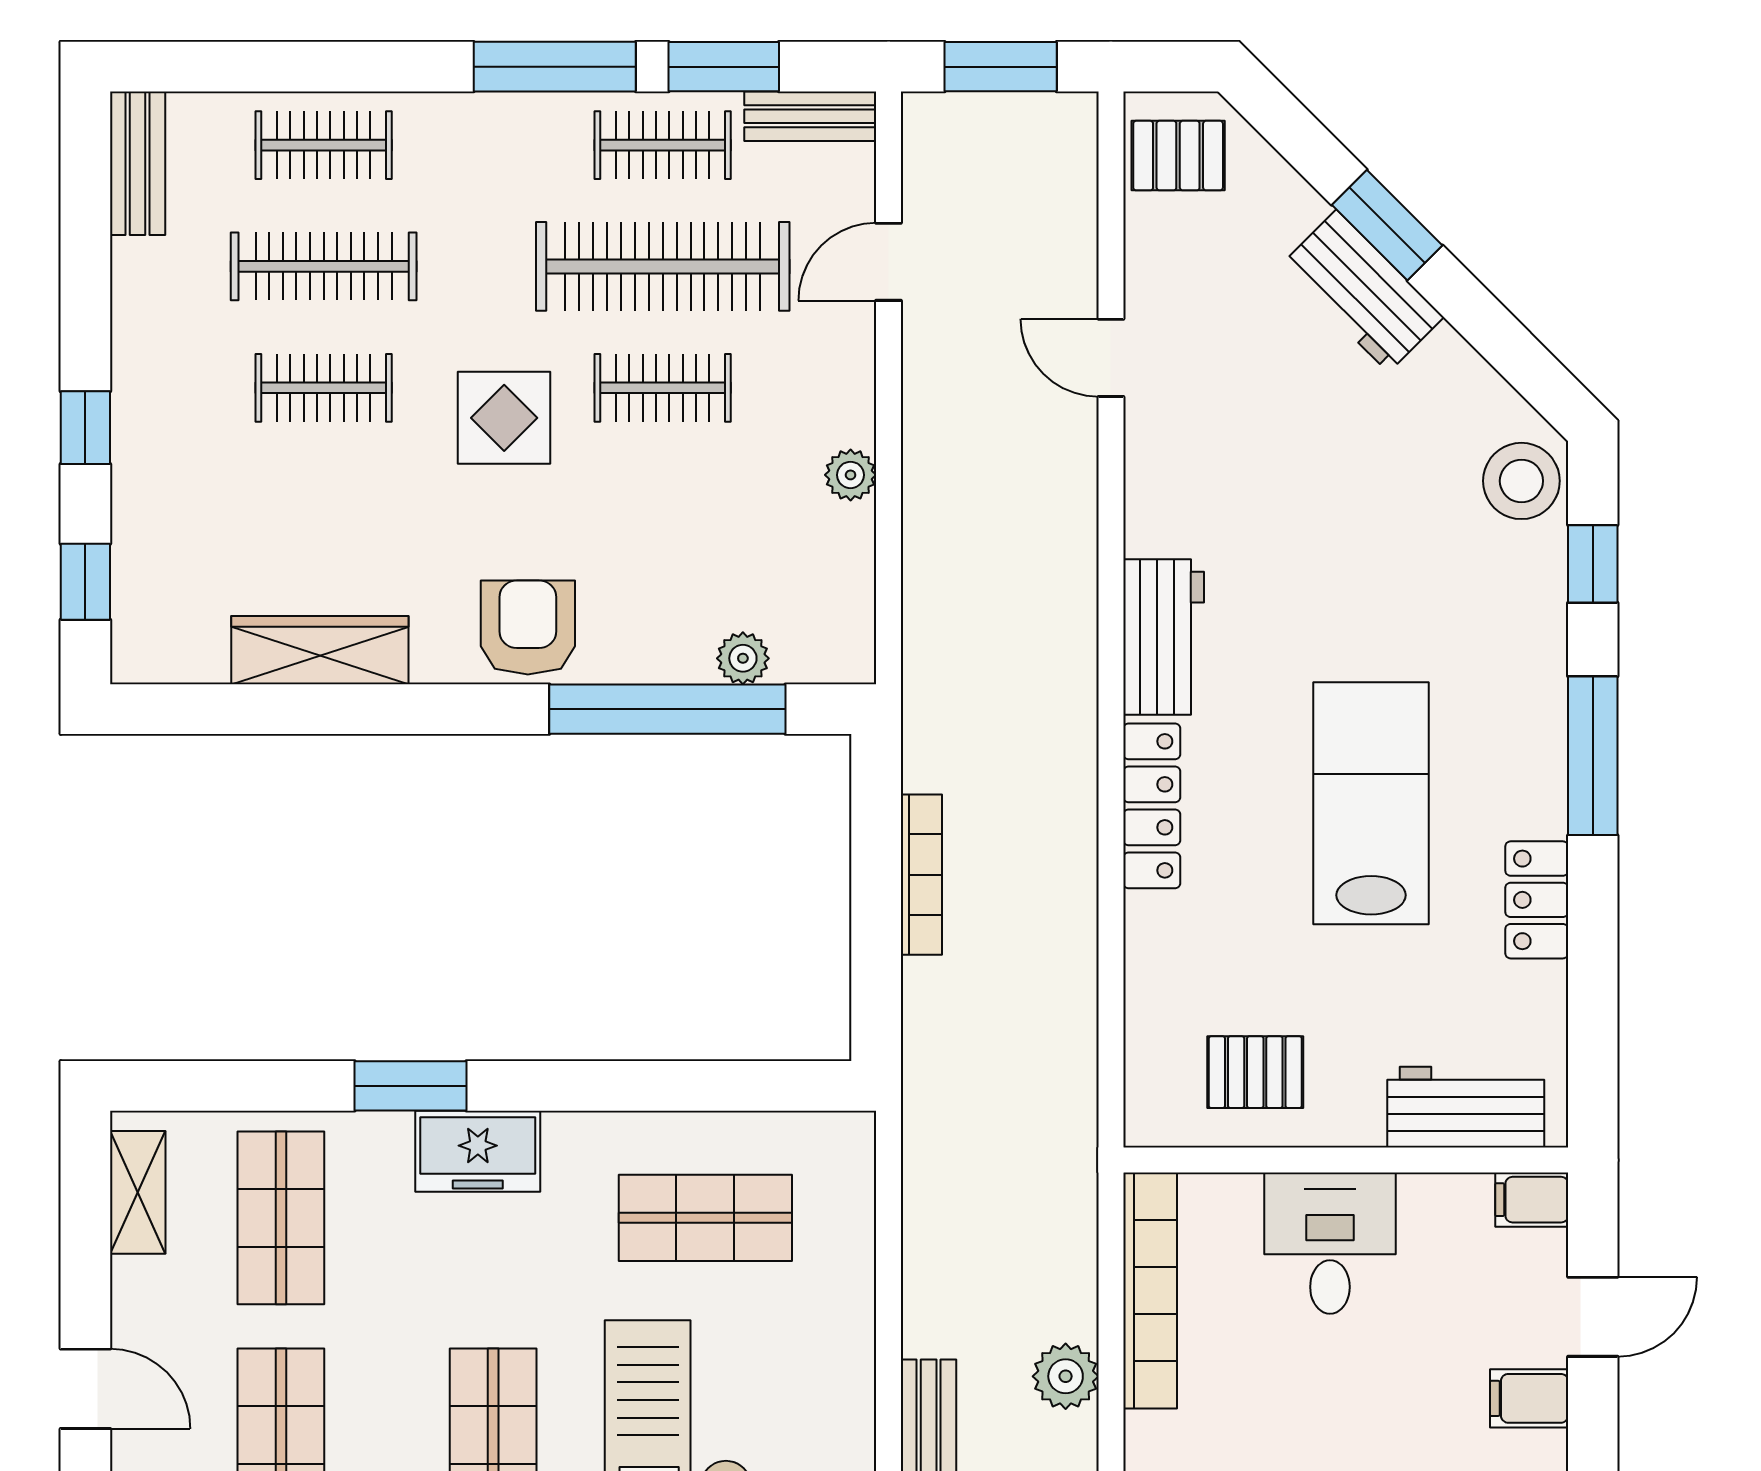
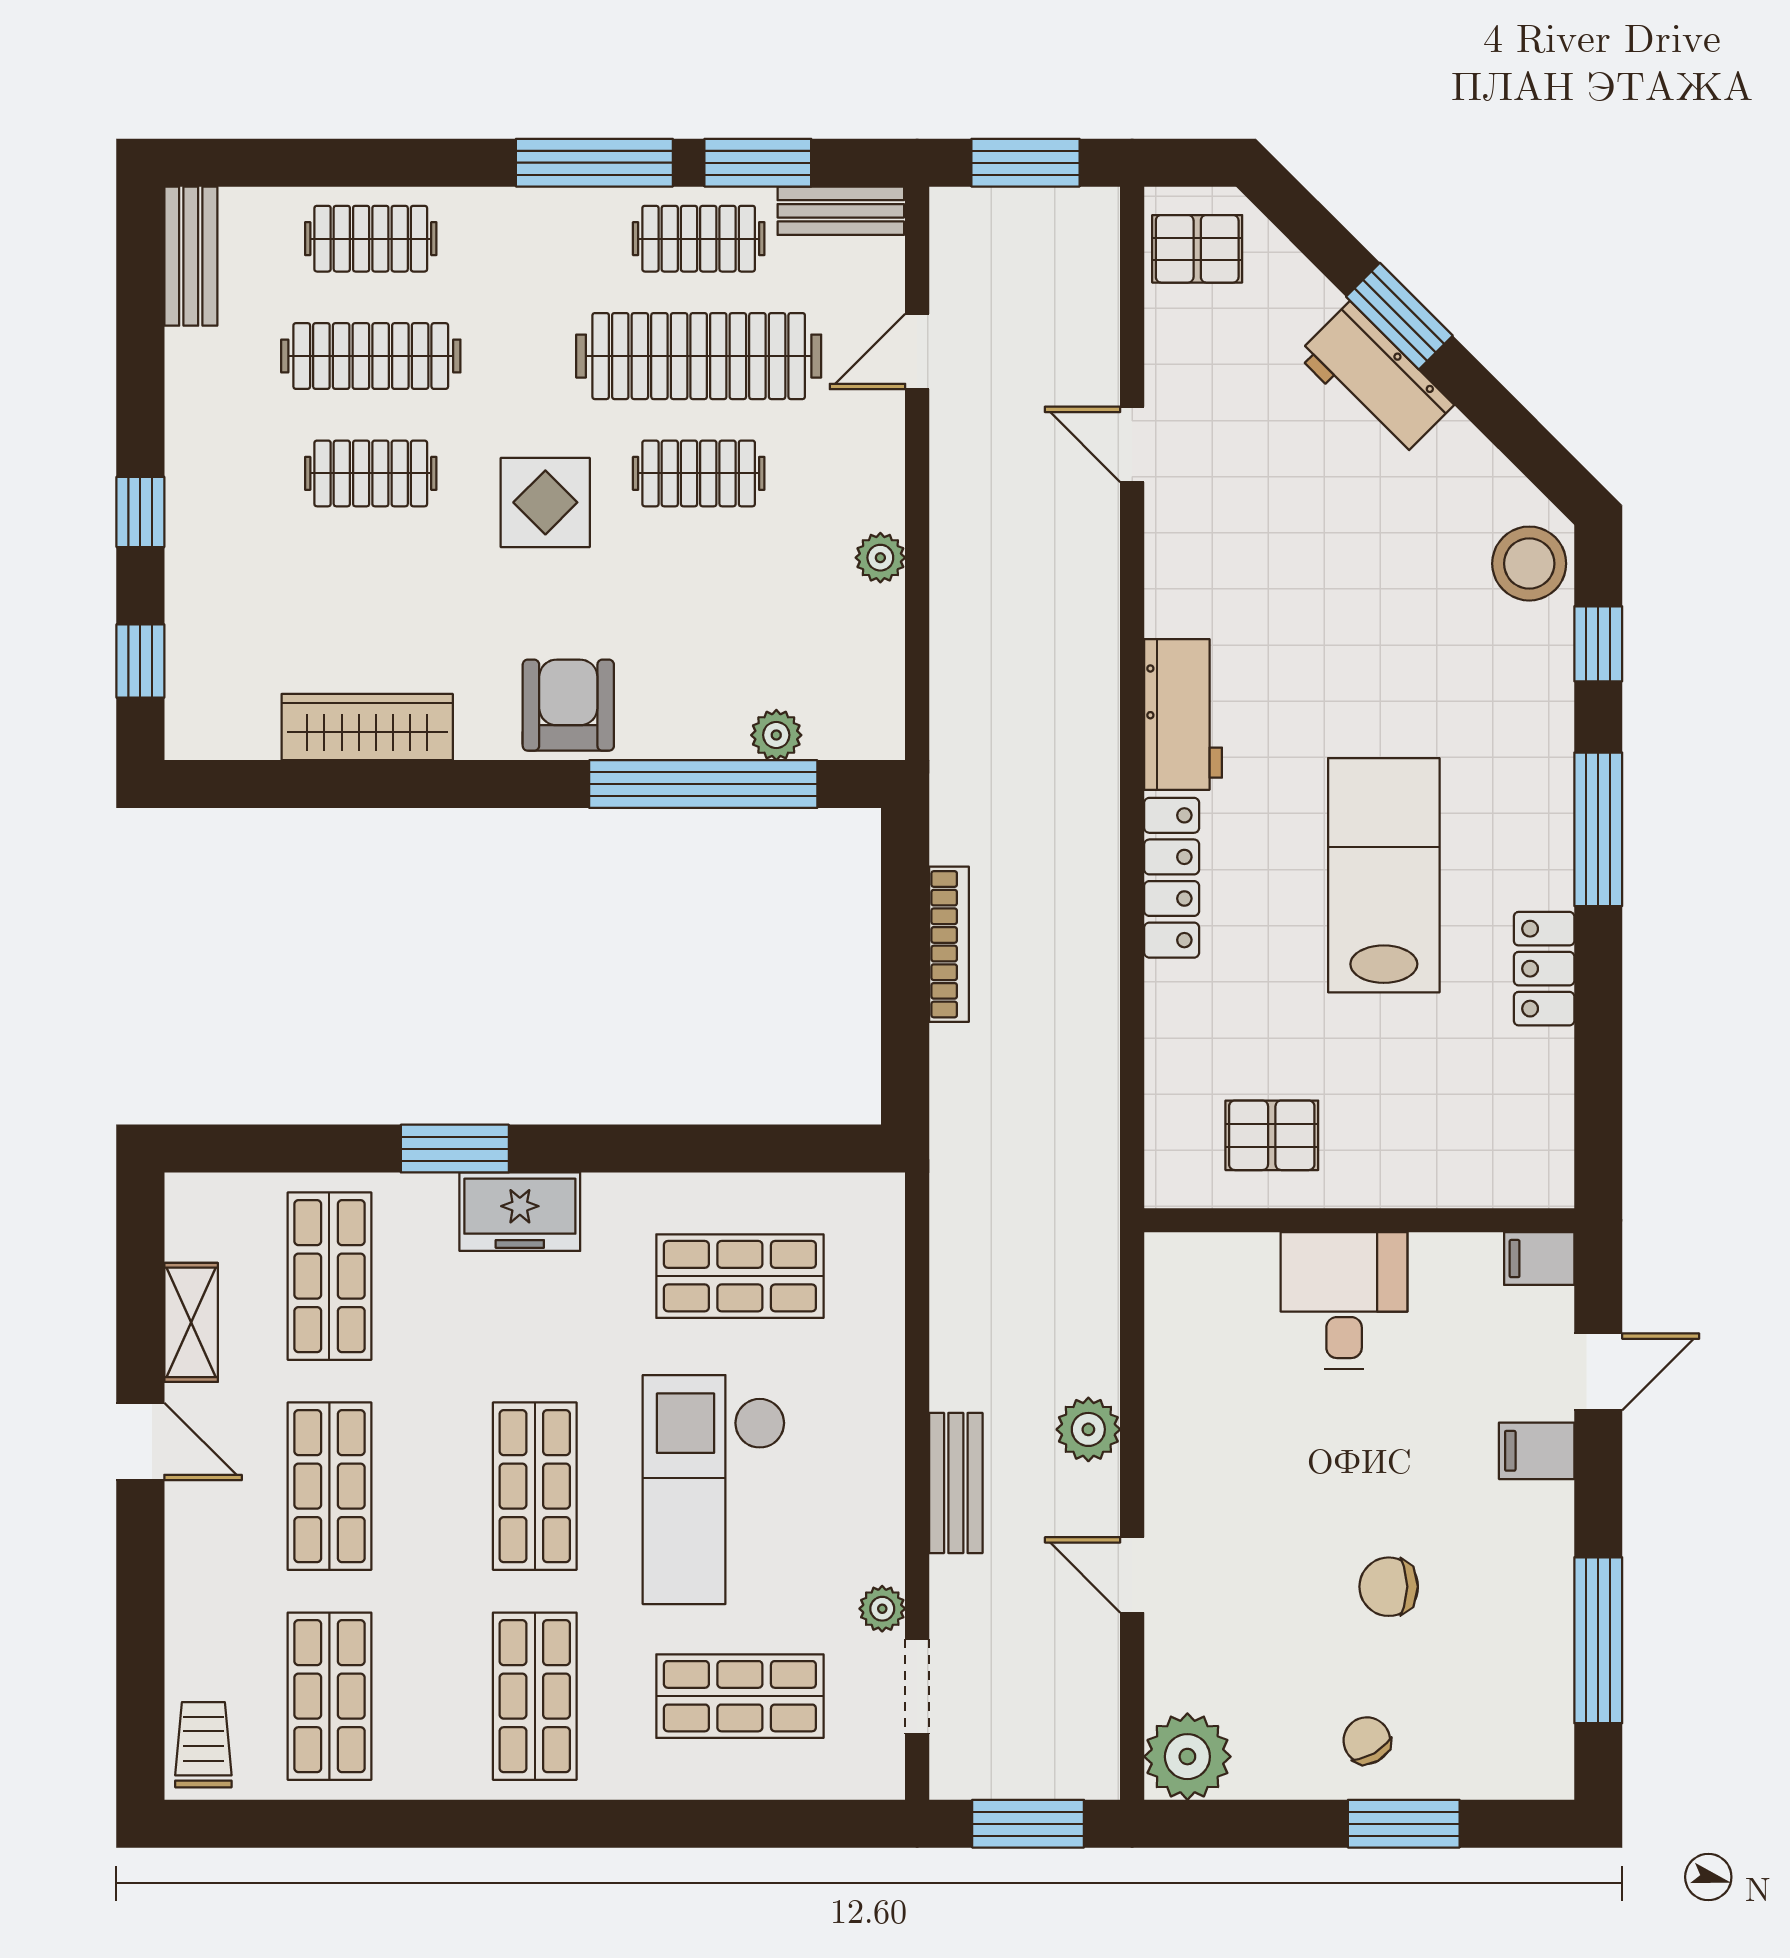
workbench: (1466, 1107) -> (1475, 1169), removed
shelving: (138, 1192) -> (191, 1322), moved
bookcase: (1150, 1291) -> (1170, 1346), removed

